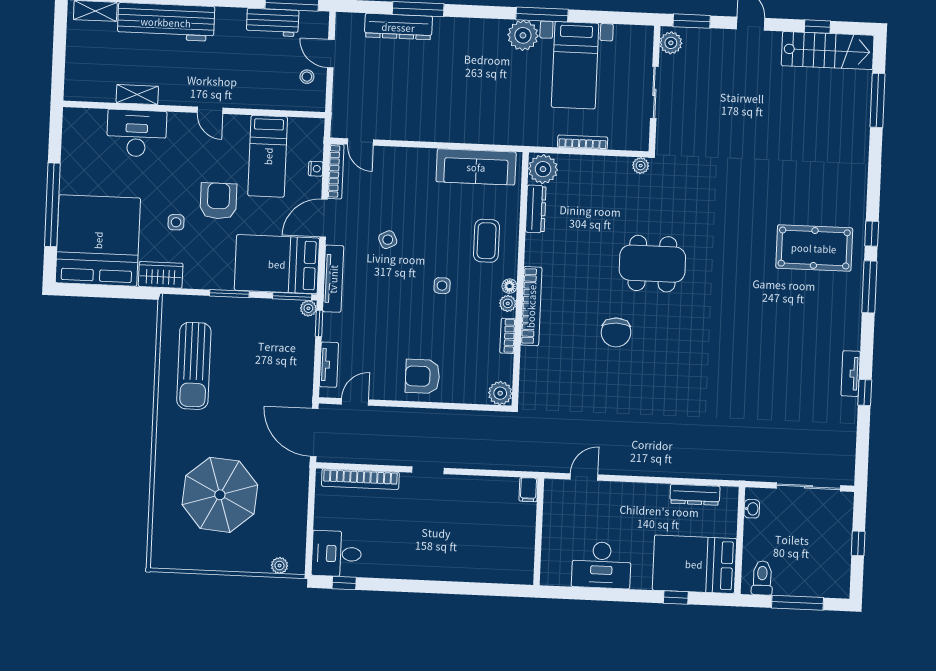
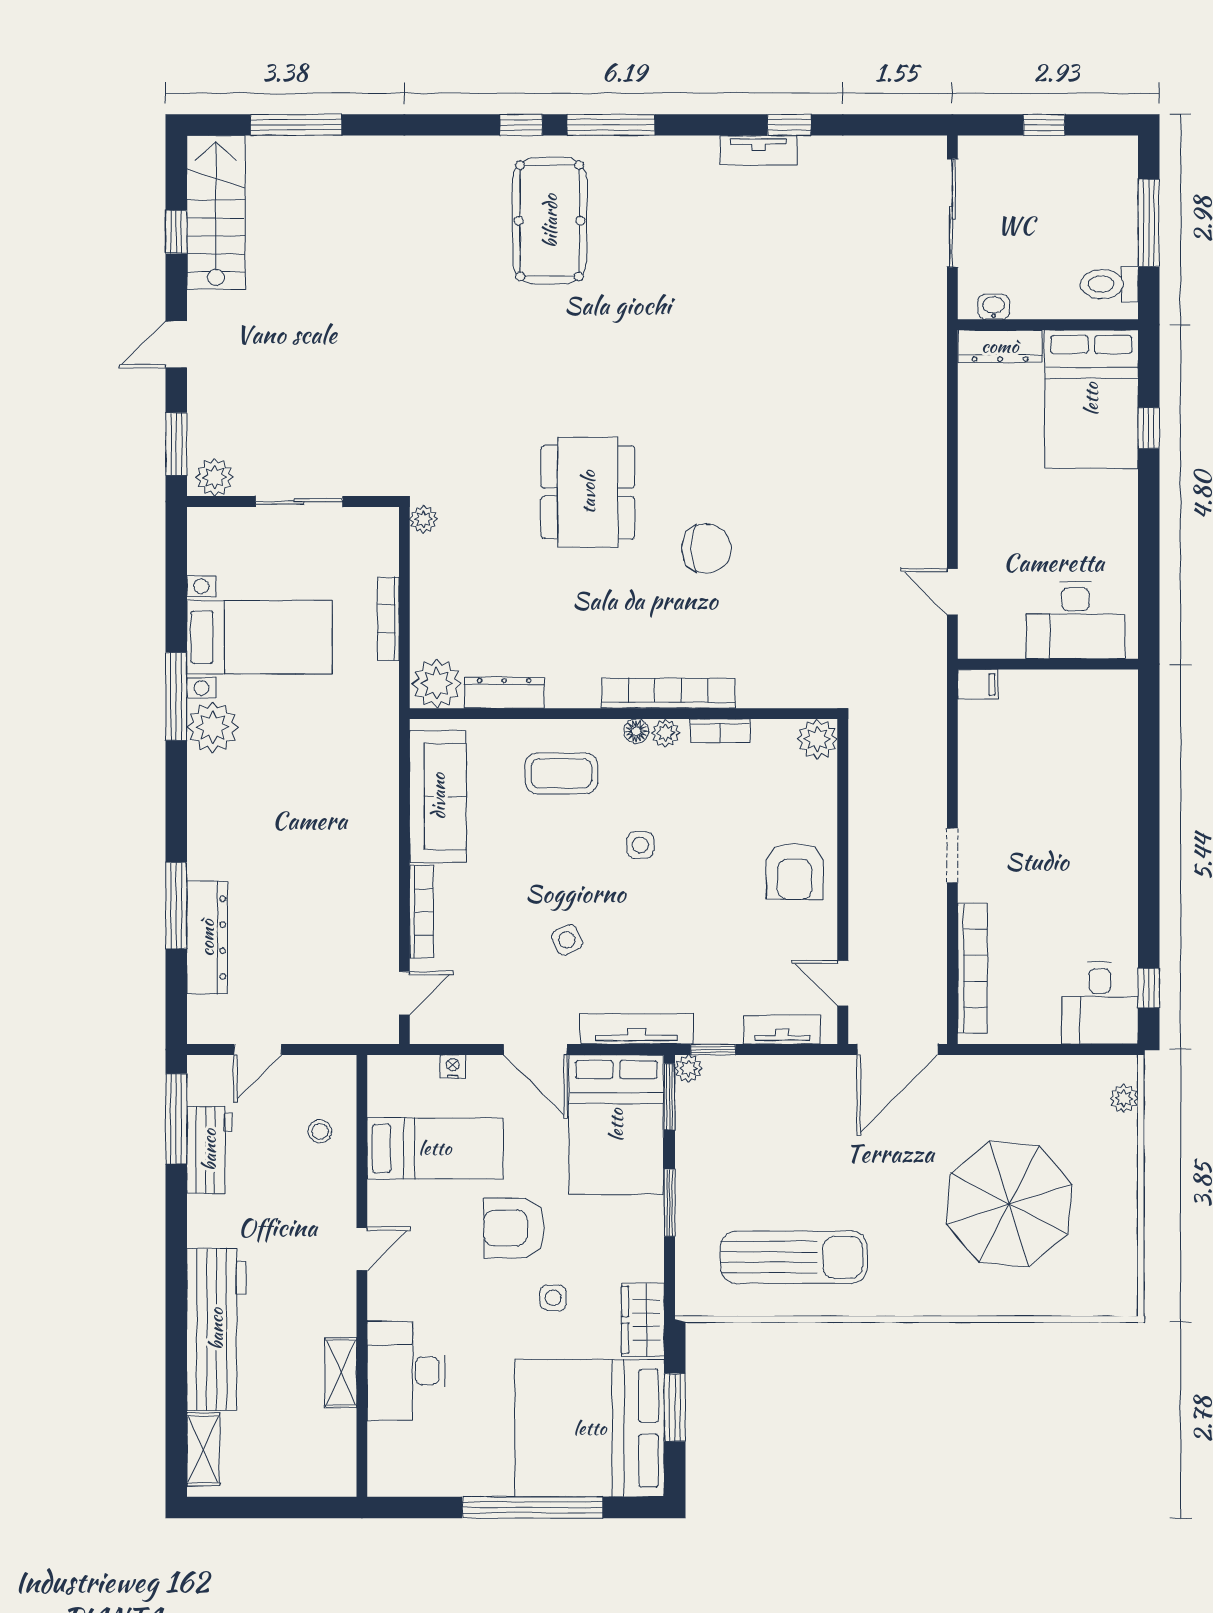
stool: (307, 77) -> (320, 1131), moved
bookcase: (336, 171) -> (421, 912), moved, turned 90
window: (108, 291) -> (675, 1407), added
dresser: (695, 495) -> (1000, 346), moved, turned 90
desk: (601, 565) -> (1075, 620), moved, turned 90

